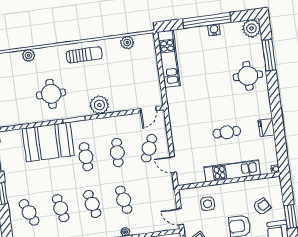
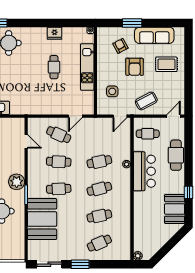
plant: (99, 105) -> (17, 182), moved
door: (148, 110) -> (26, 141), moved

